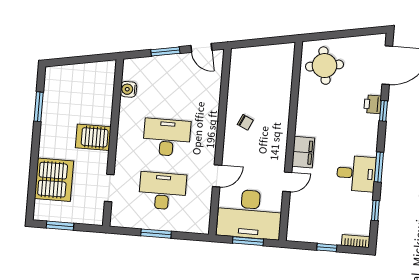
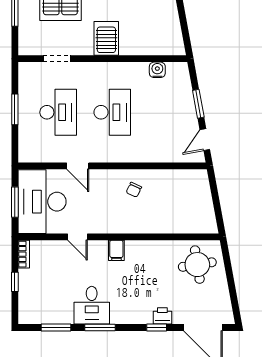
filing cabinet: (303, 152) -> (116, 250), width x0.50
window: (375, 211) -> (56, 328), width x1.50
bookcase: (356, 241) -> (24, 254), moved

